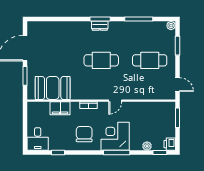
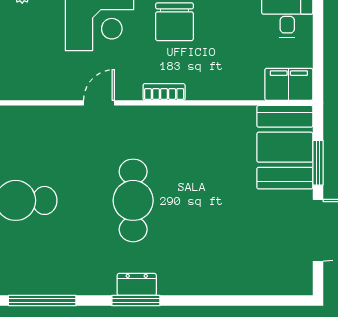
cafe table: (101, 60) -> (133, 200), turned 90
booth: (53, 88) -> (285, 147), moved, turned 90
filing cabinet: (60, 108) -> (289, 84), moved

